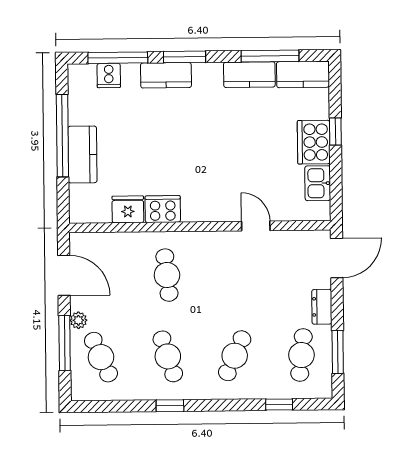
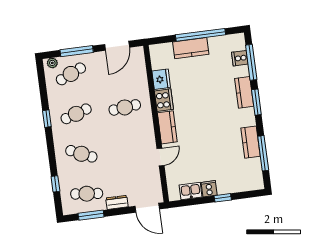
kitchen counter: (303, 74) -> (167, 127), moved, turned 180
cooker: (314, 142) -> (209, 189), width x0.53, depth x0.76
plant: (78, 320) -> (52, 63), moved

